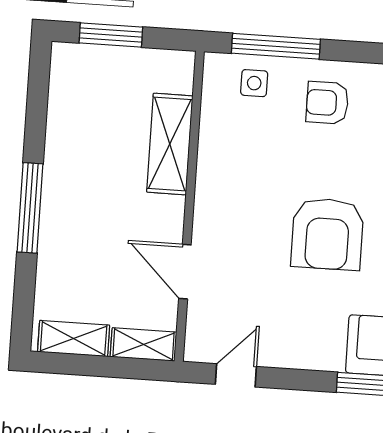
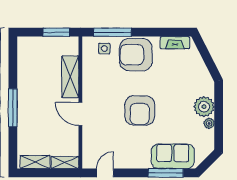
window: (111, 35) -> (56, 32), moved
armchair: (327, 103) -> (136, 55), width x1.88, depth x1.88
door: (185, 272) -> (80, 114), moved

